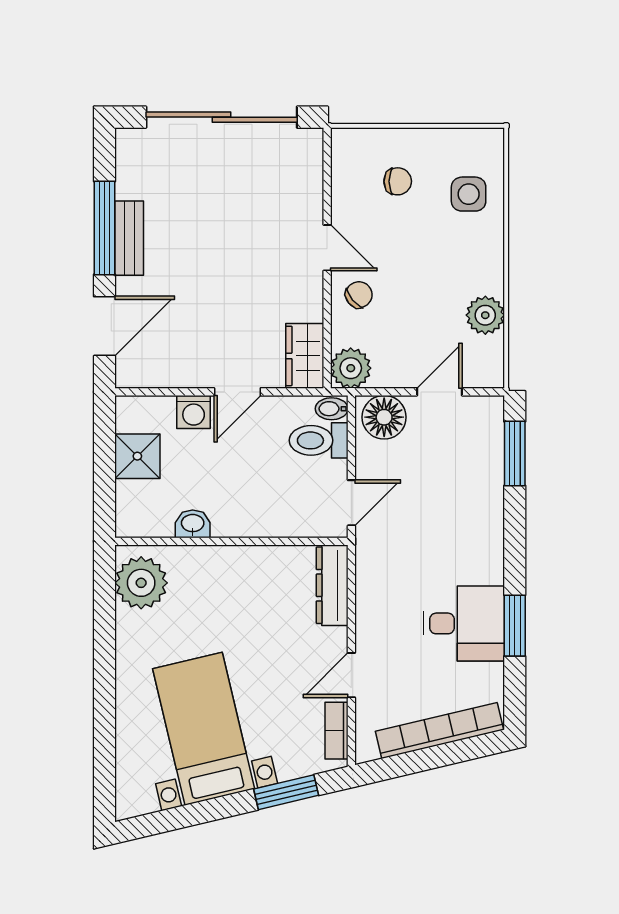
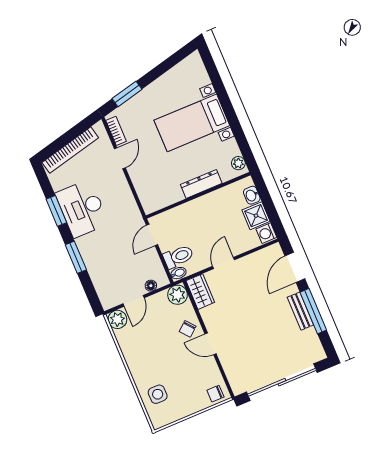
chair: (398, 181) -> (215, 394), moved
plant: (485, 315) -> (117, 319), moved
washing machine: (194, 412) -> (266, 233), moved, turned -90
floor lamp: (384, 417) -> (151, 286), width x0.53, depth x0.53
window: (515, 454) -> (76, 257), moved
washbasin: (193, 524) -> (252, 195), moved, turned 90
plant: (141, 583) -> (238, 163), width x0.53, depth x0.53
dresser: (332, 585) -> (201, 184), moved, turned -90
desk: (464, 623) -> (82, 209), width x1.37
bed with nightstands: (204, 729) -> (192, 123), moved, turned 103

